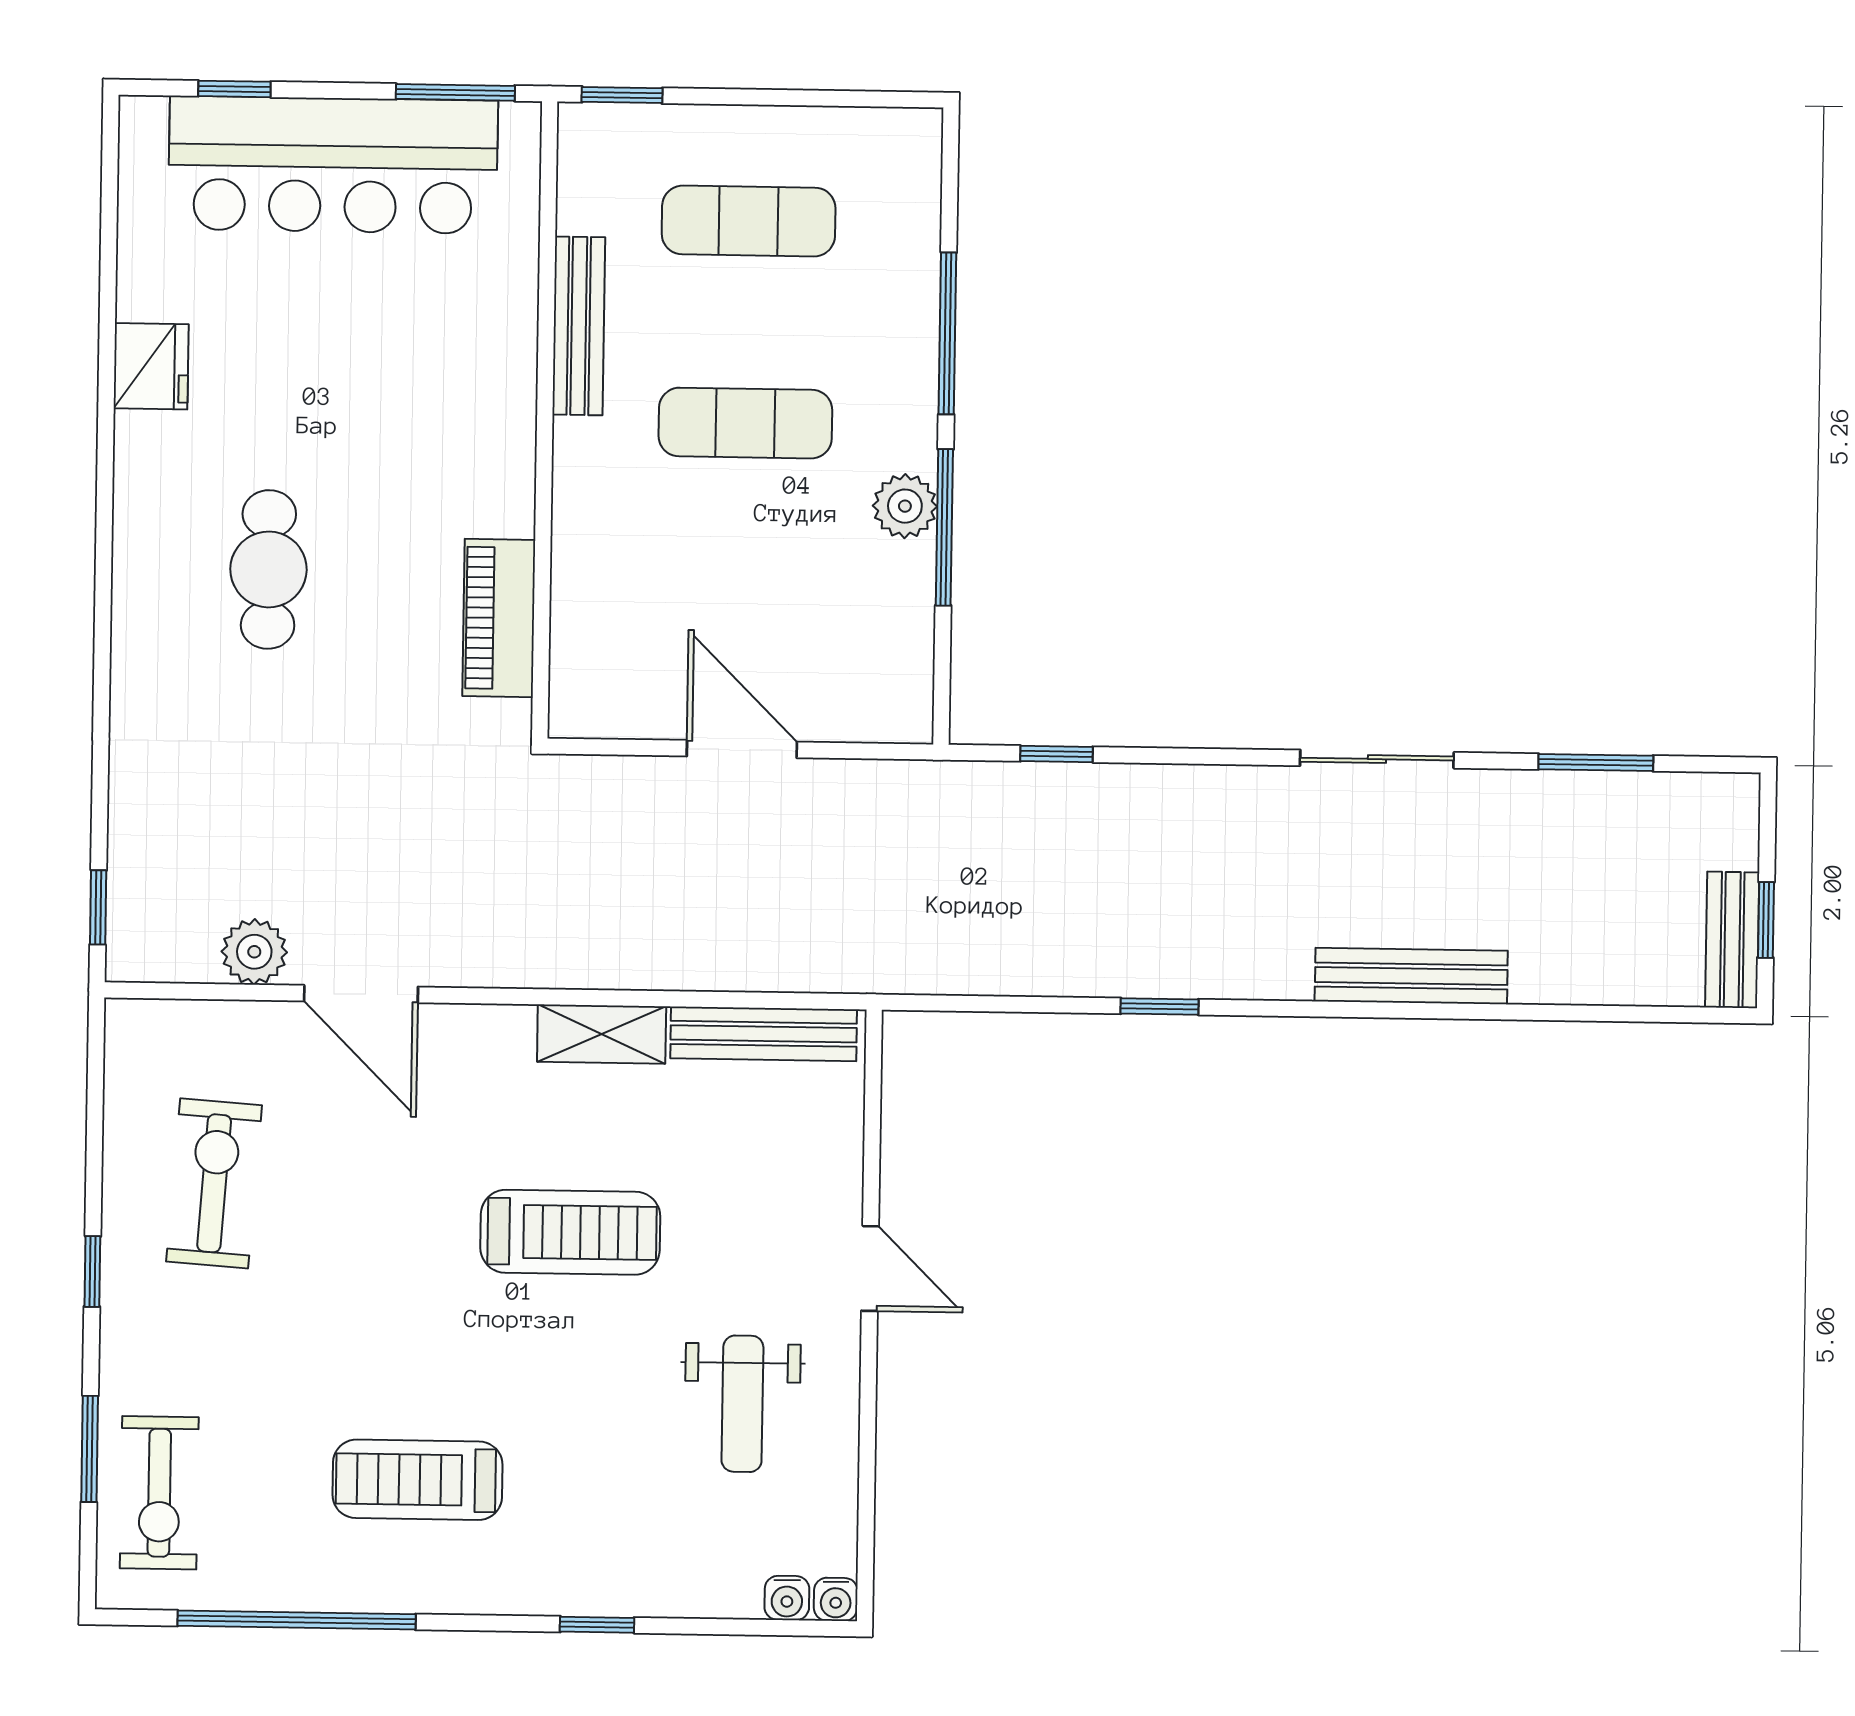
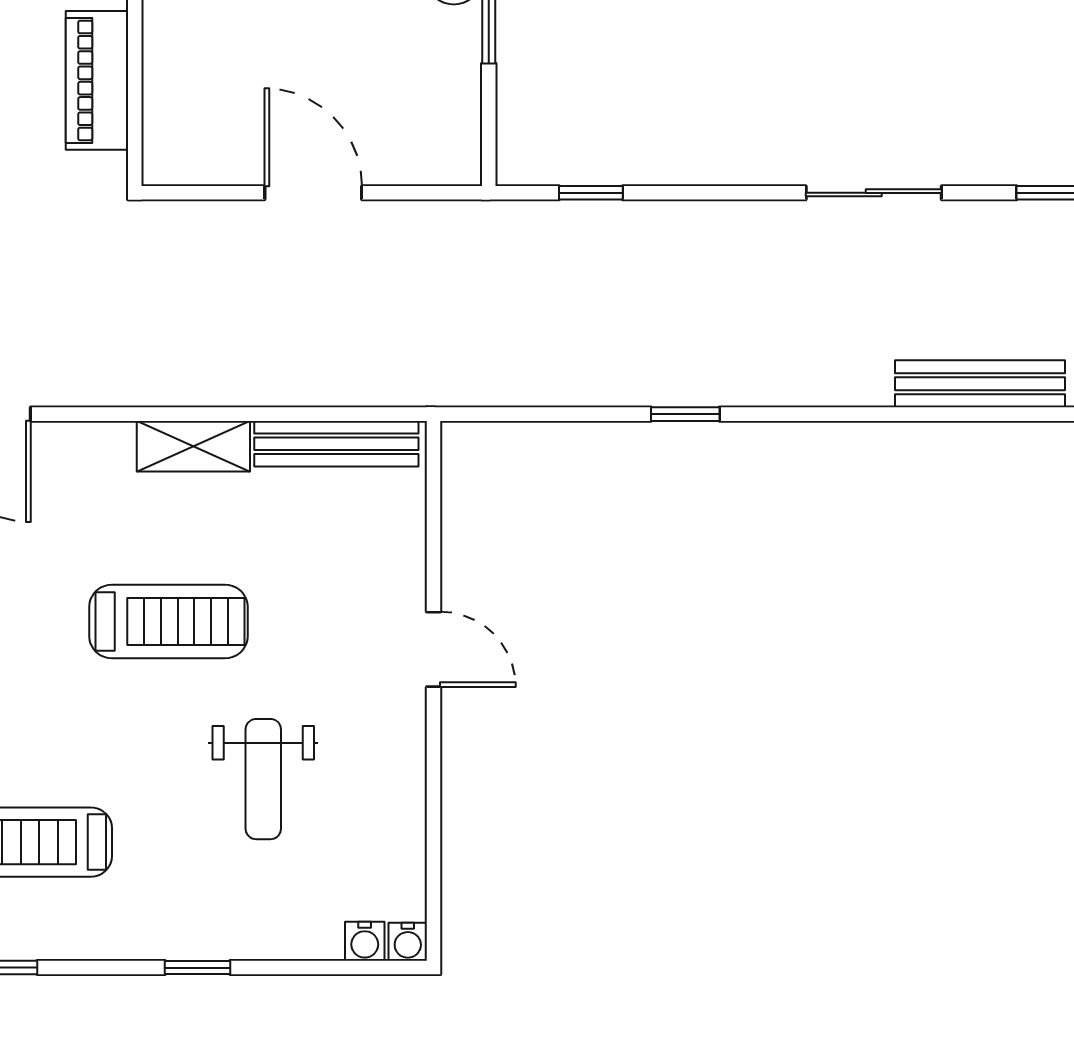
bench: (1411, 976) -> (980, 384), moved
weight bench: (742, 1404) -> (263, 779), moved

